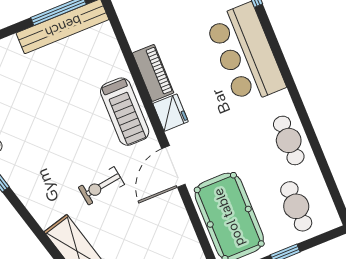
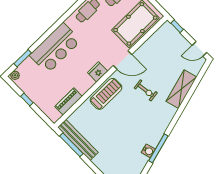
piano: (153, 73) -> (68, 101), moved

